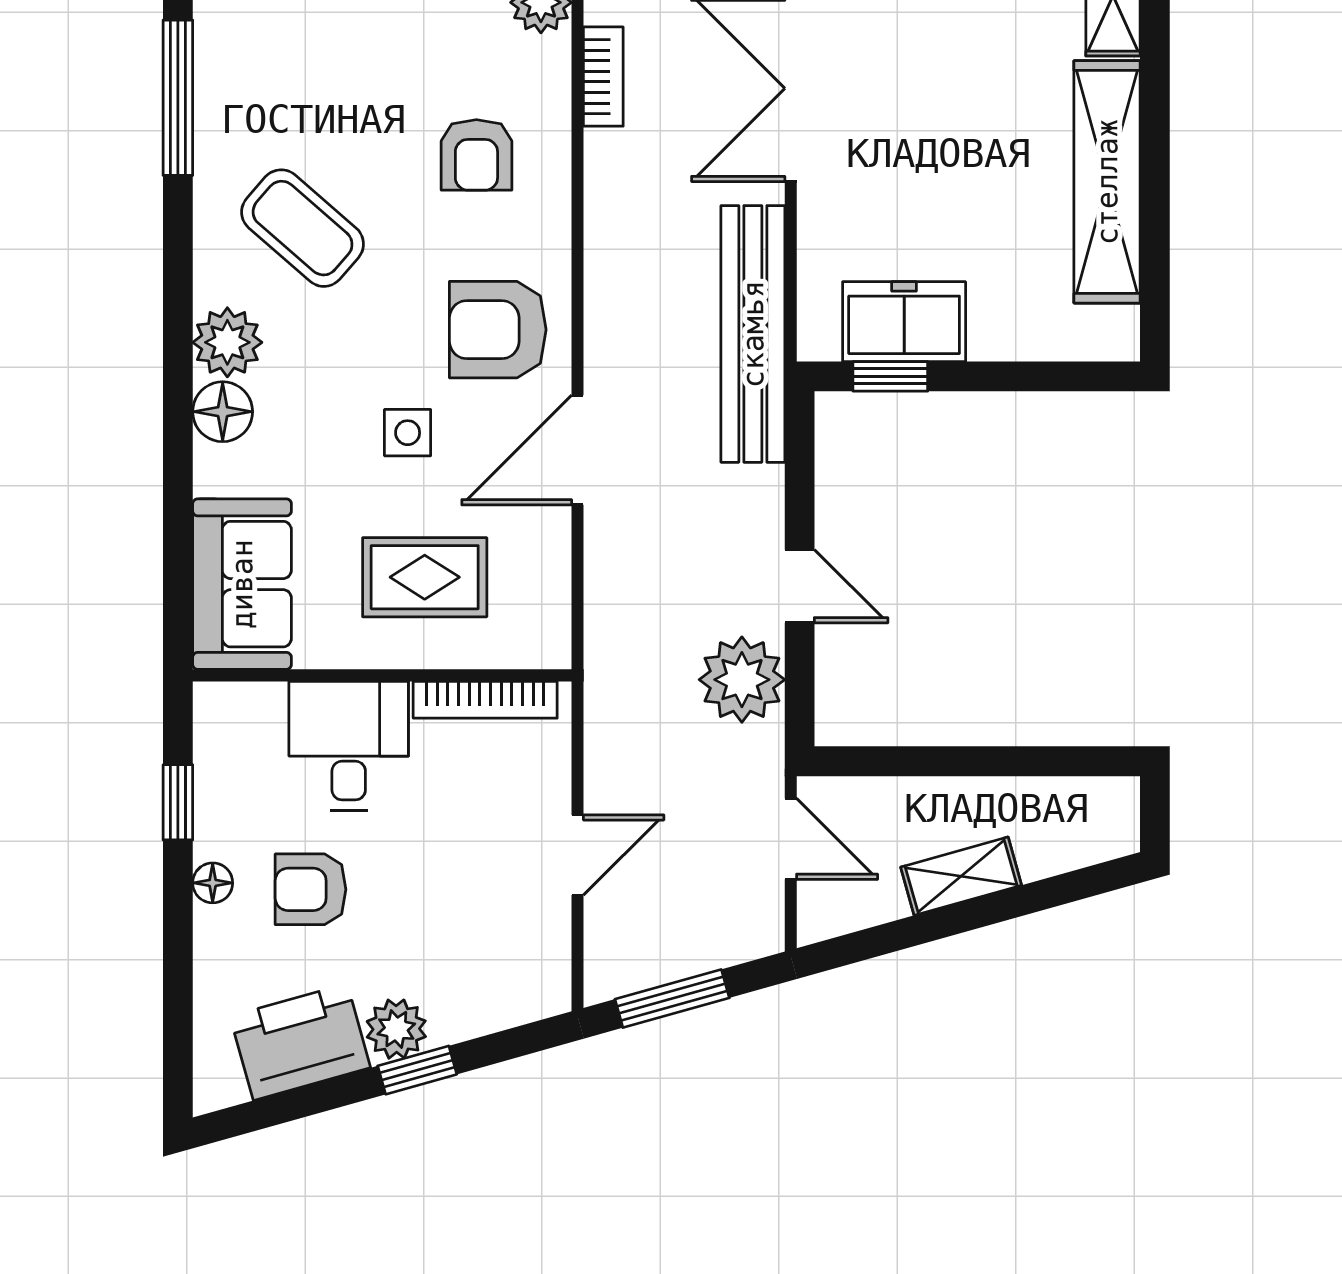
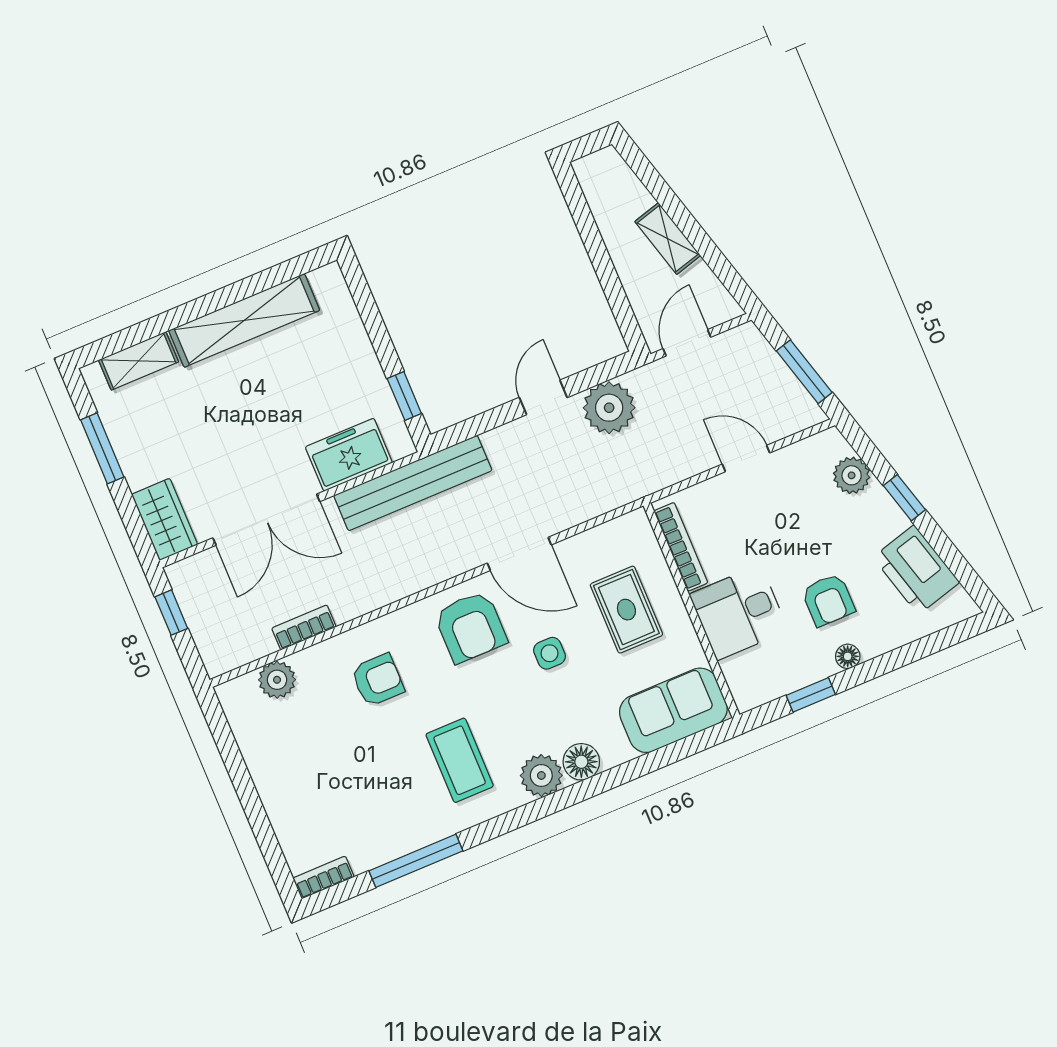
coffee table: (303, 228) -> (460, 760), turned -41
freezer: (904, 322) -> (349, 455), moved, turned 90
plant: (396, 1029) -> (852, 475), moved

